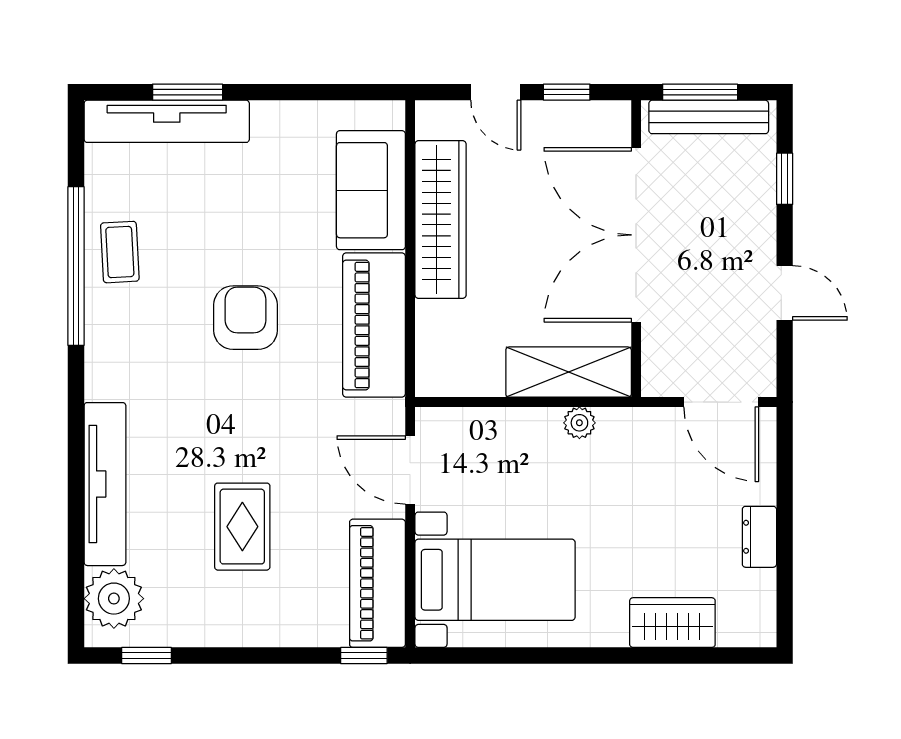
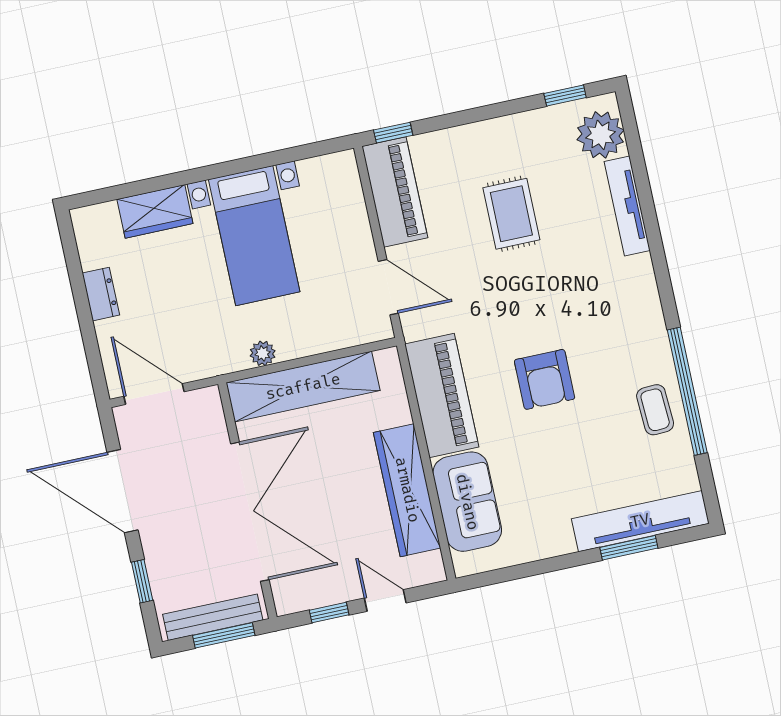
door: (785, 293) -> (123, 491), width x1.88
shelving: (569, 372) -> (303, 387), width x1.47
tv unit: (105, 484) -> (627, 206), width x0.73, depth x0.78
bed with nightstands: (495, 580) -> (254, 236), moved, turned -90

